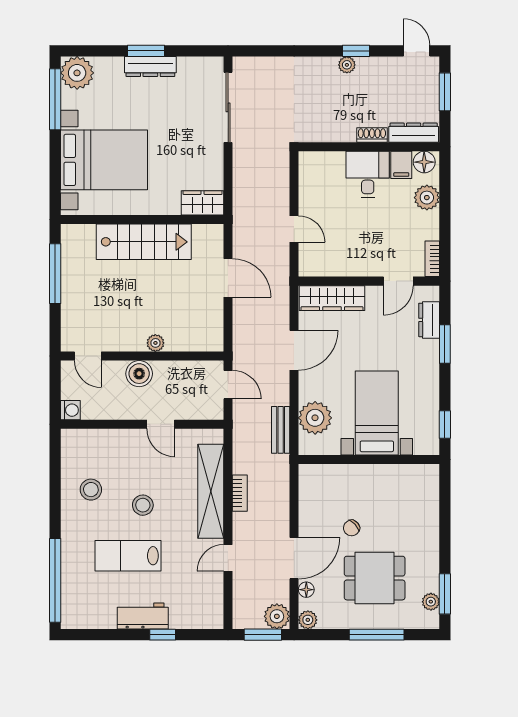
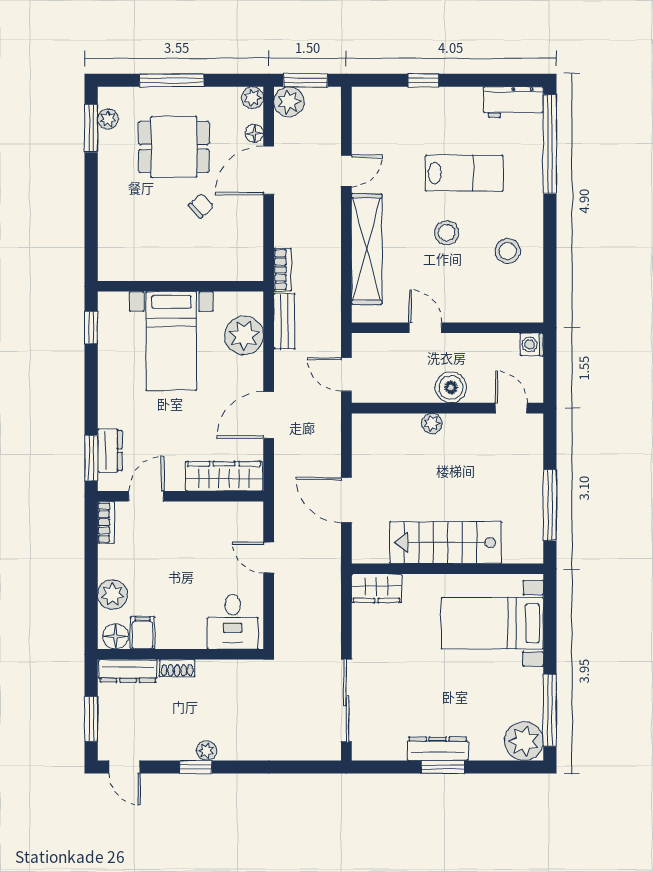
bed with nightstands: (104, 160) -> (492, 623), width x0.73
desk: (368, 174) -> (233, 622), moved
window: (445, 344) -> (91, 458), moved
bookcase: (240, 493) -> (282, 270), moved, turned 180
workbench: (143, 616) -> (514, 102), moved

